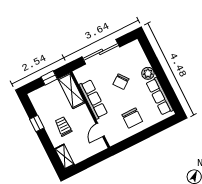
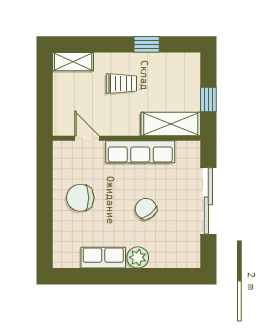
row of seats: (160, 96) -> (103, 258), width x0.68

